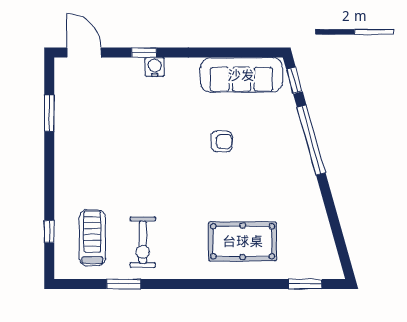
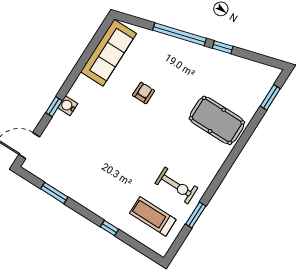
window: (294, 80) -> (223, 47), moved
window: (49, 232) -> (110, 228), moved
pool table: (243, 241) -> (217, 120), turned 90

